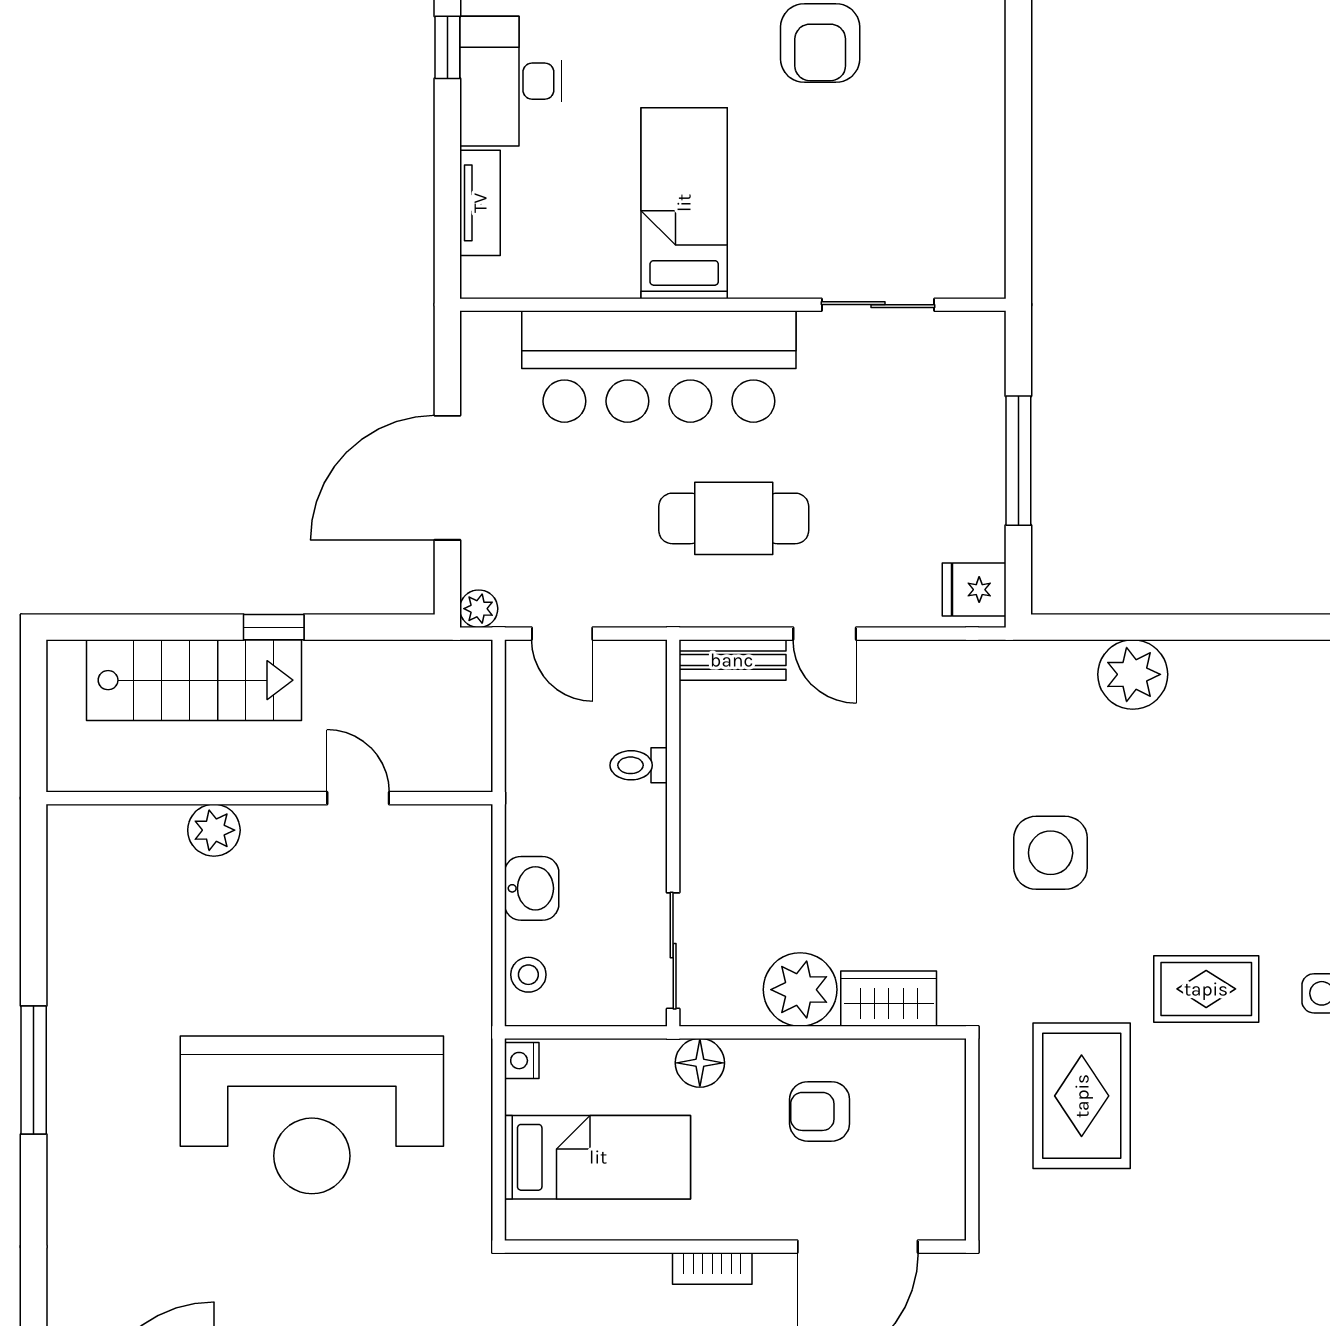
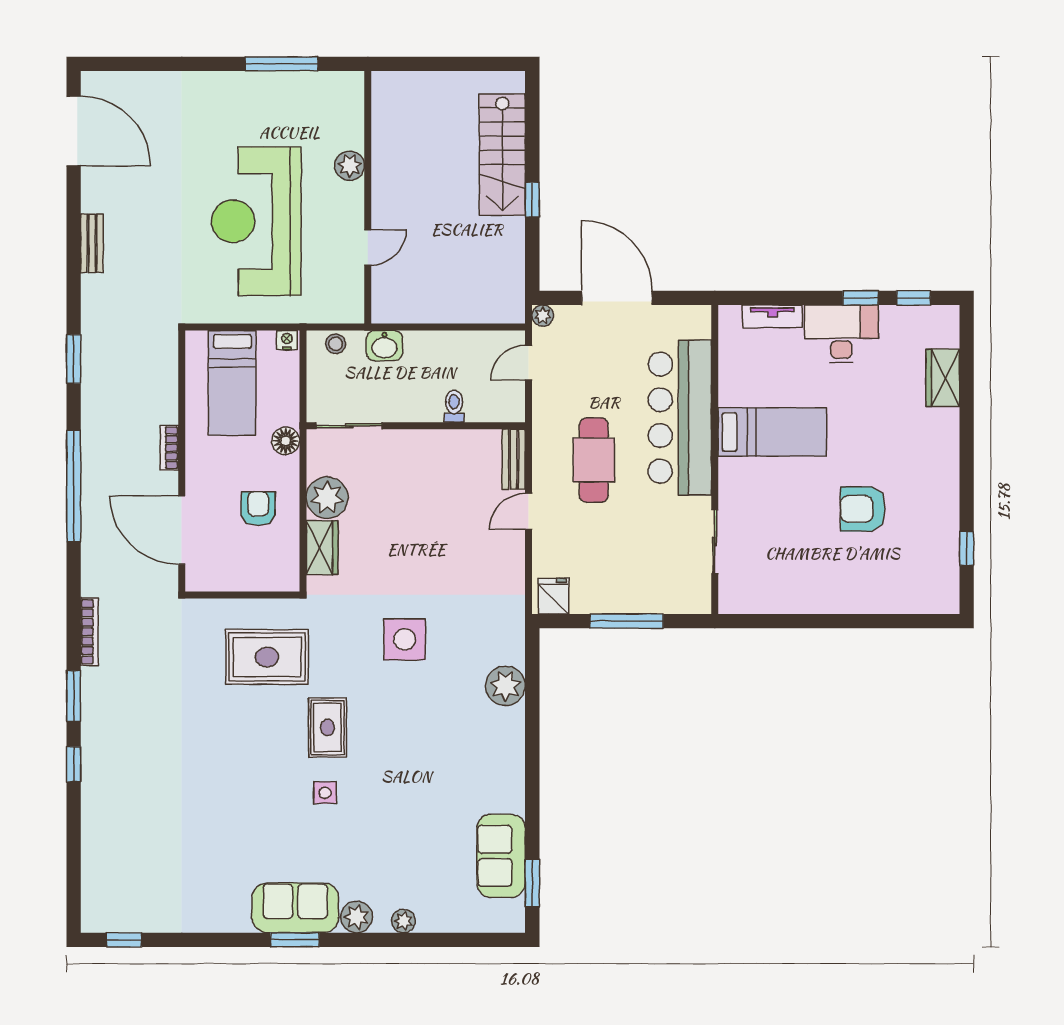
wall: (269, 798) -> (368, 197), moved
door: (358, 798) -> (368, 247), moved
plant: (214, 830) -> (350, 166), moved

